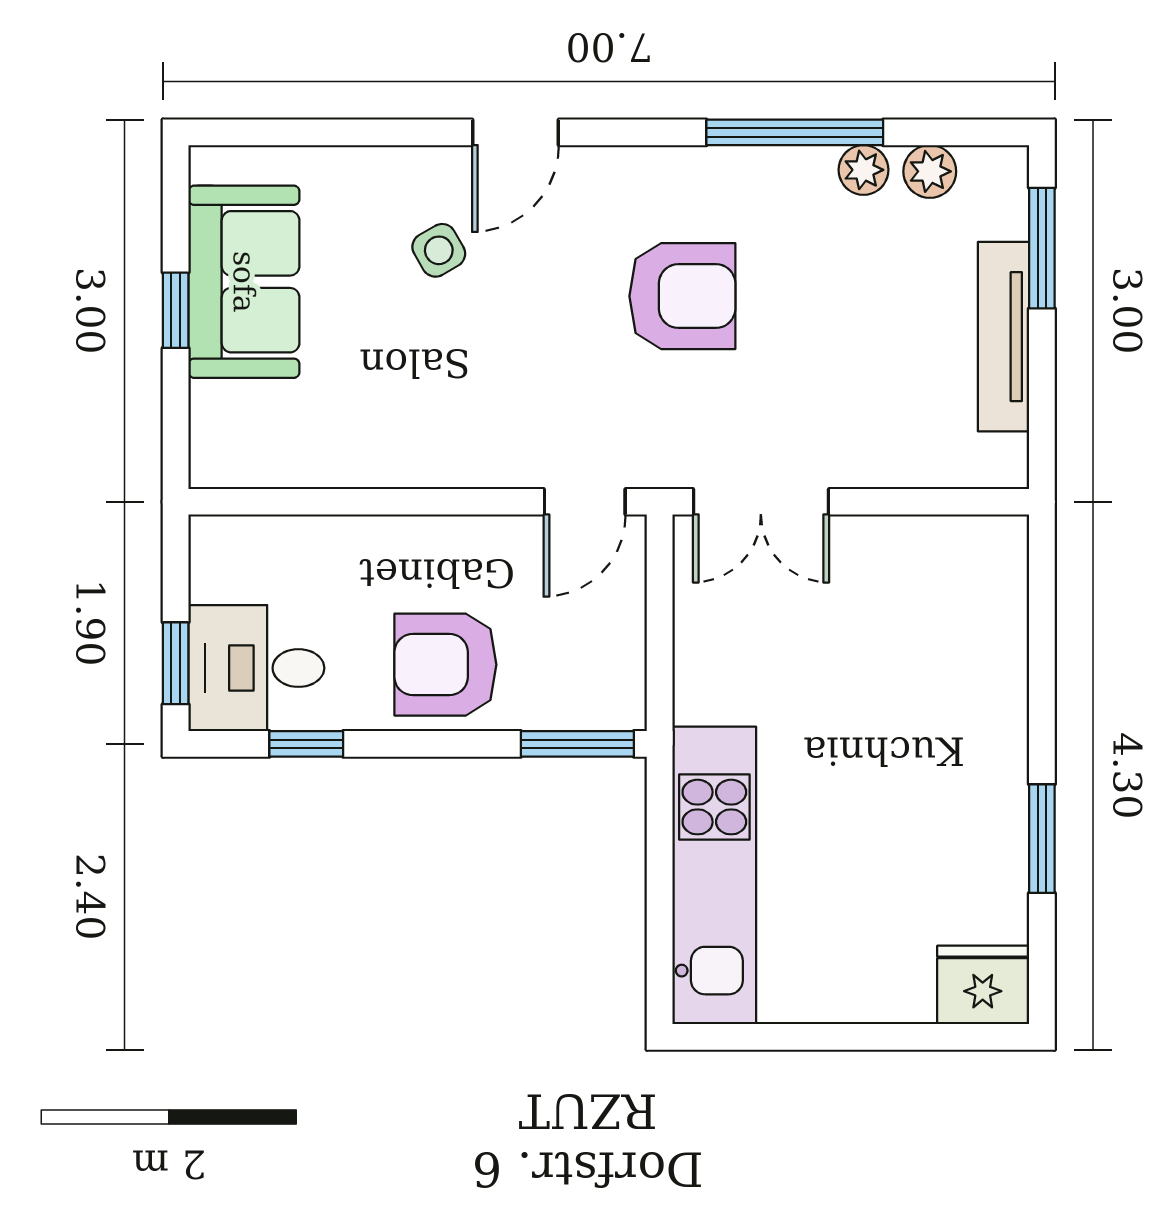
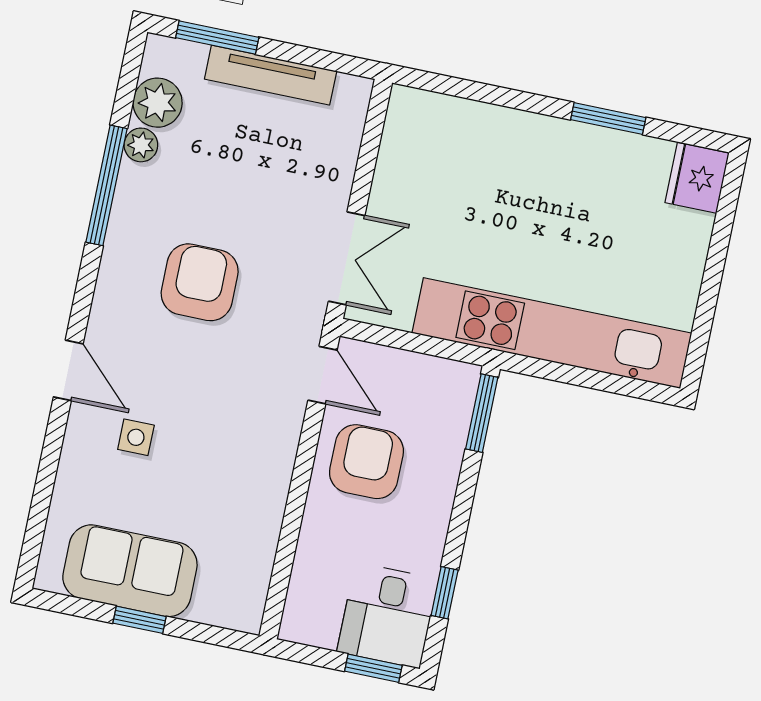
plant: (930, 171) -> (158, 103), width x1.38, depth x1.38
side table: (439, 250) -> (136, 437), turned 30
armchair: (445, 665) -> (366, 462), moved, turned 180
kitchen unit: (714, 875) -> (552, 333), width x1.36

